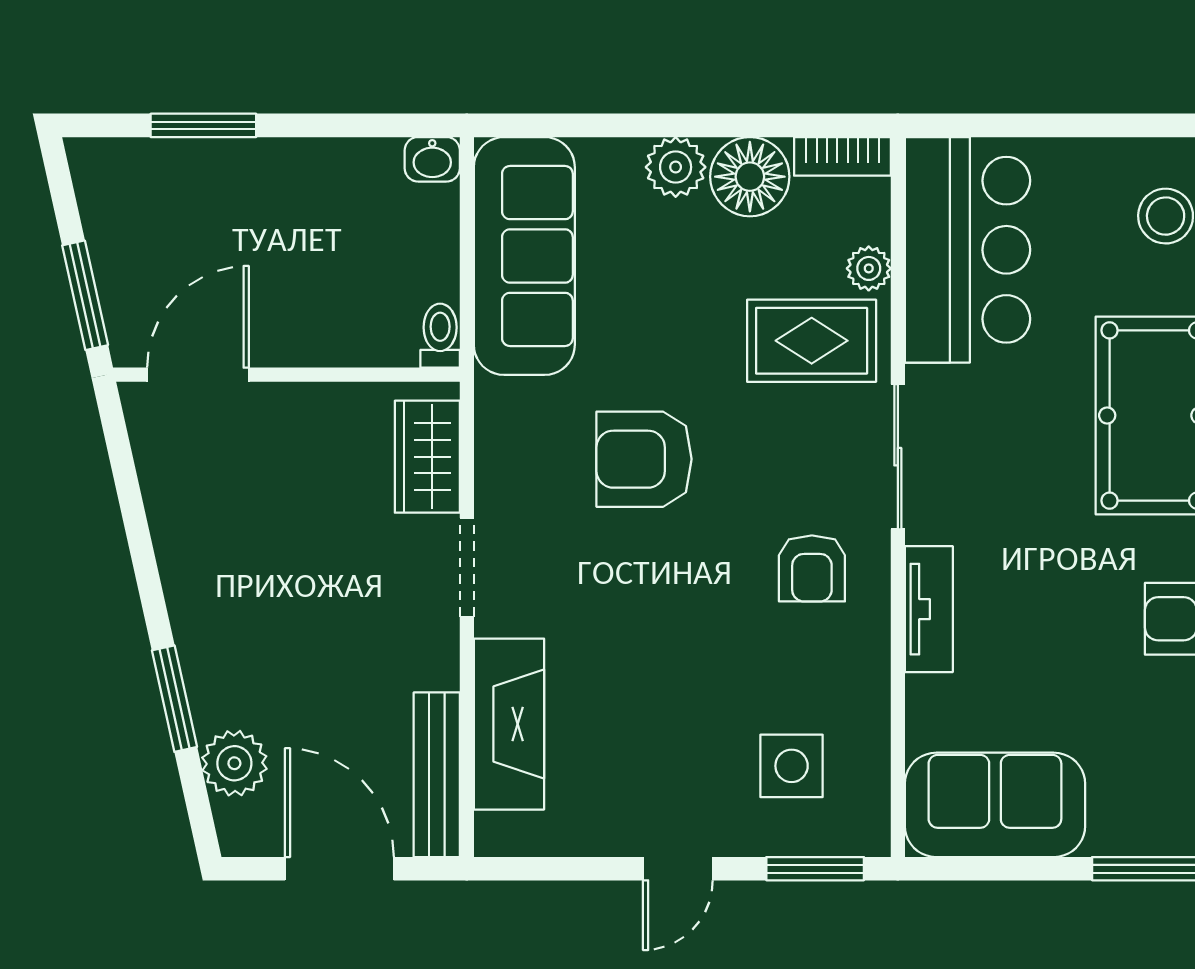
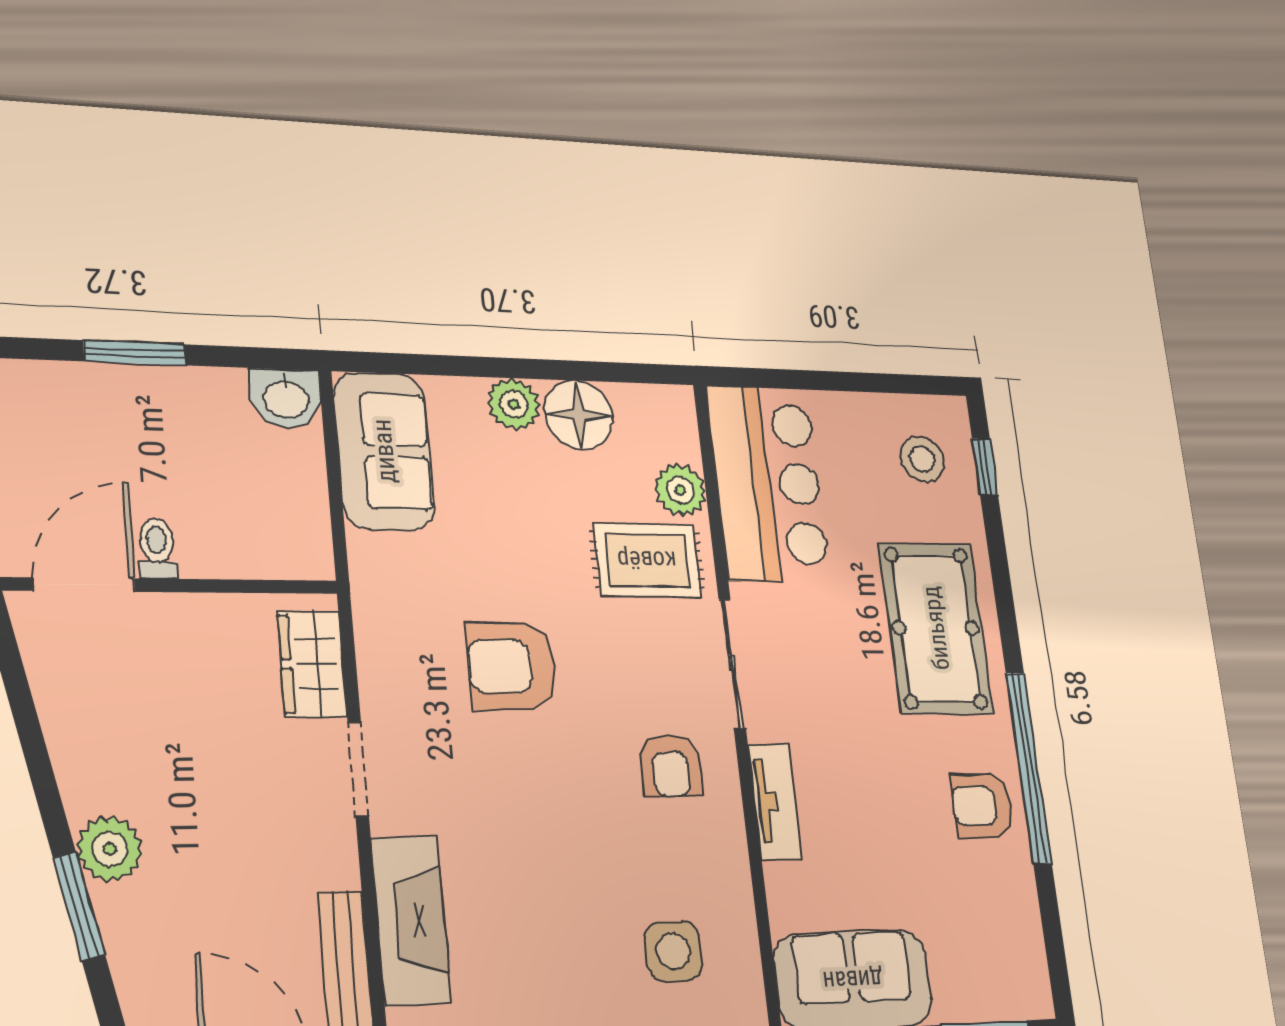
window: (203, 125) -> (135, 353), moved
bookcase: (842, 156) -> (655, 400), removed
washbasin: (432, 159) -> (286, 398), width x1.38, depth x1.45
sofa: (524, 256) -> (384, 451), width x0.73
plant: (869, 268) -> (680, 490), width x1.38, depth x1.38
toilet: (440, 336) -> (157, 548), moved
plant: (234, 763) -> (110, 849), moved

